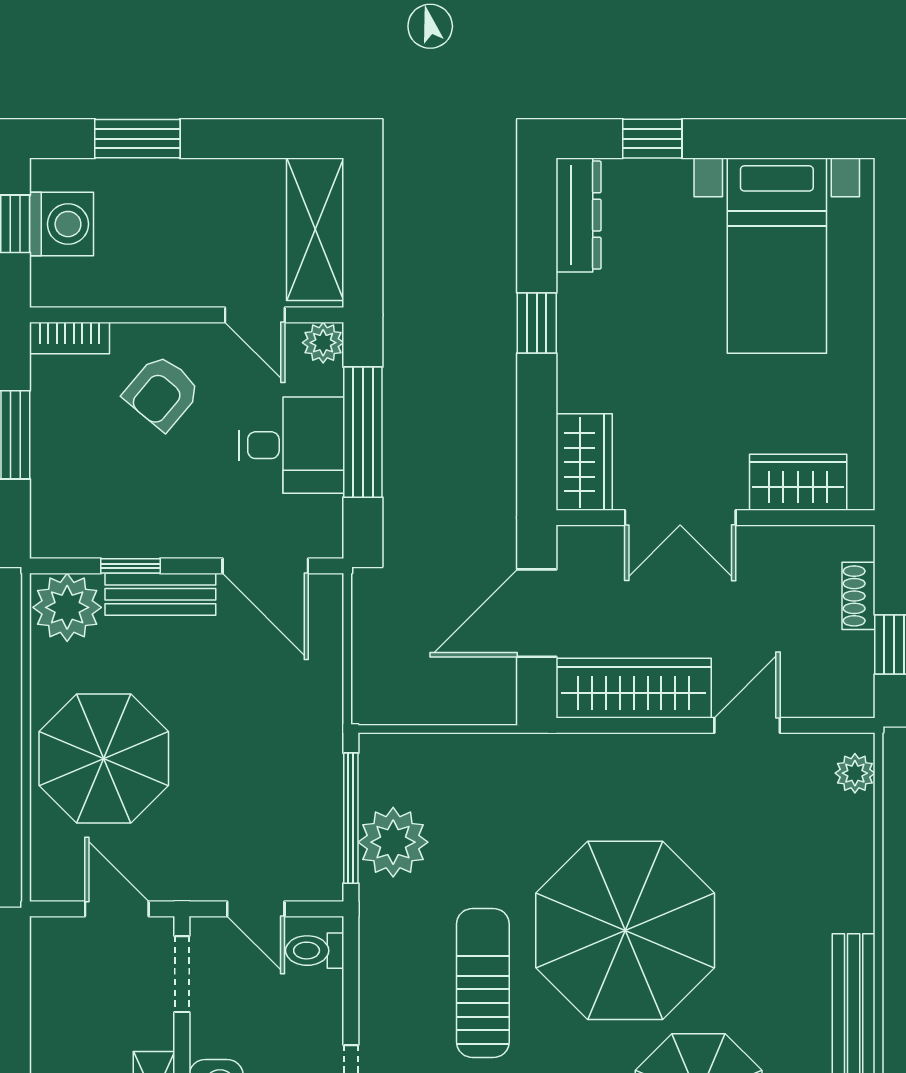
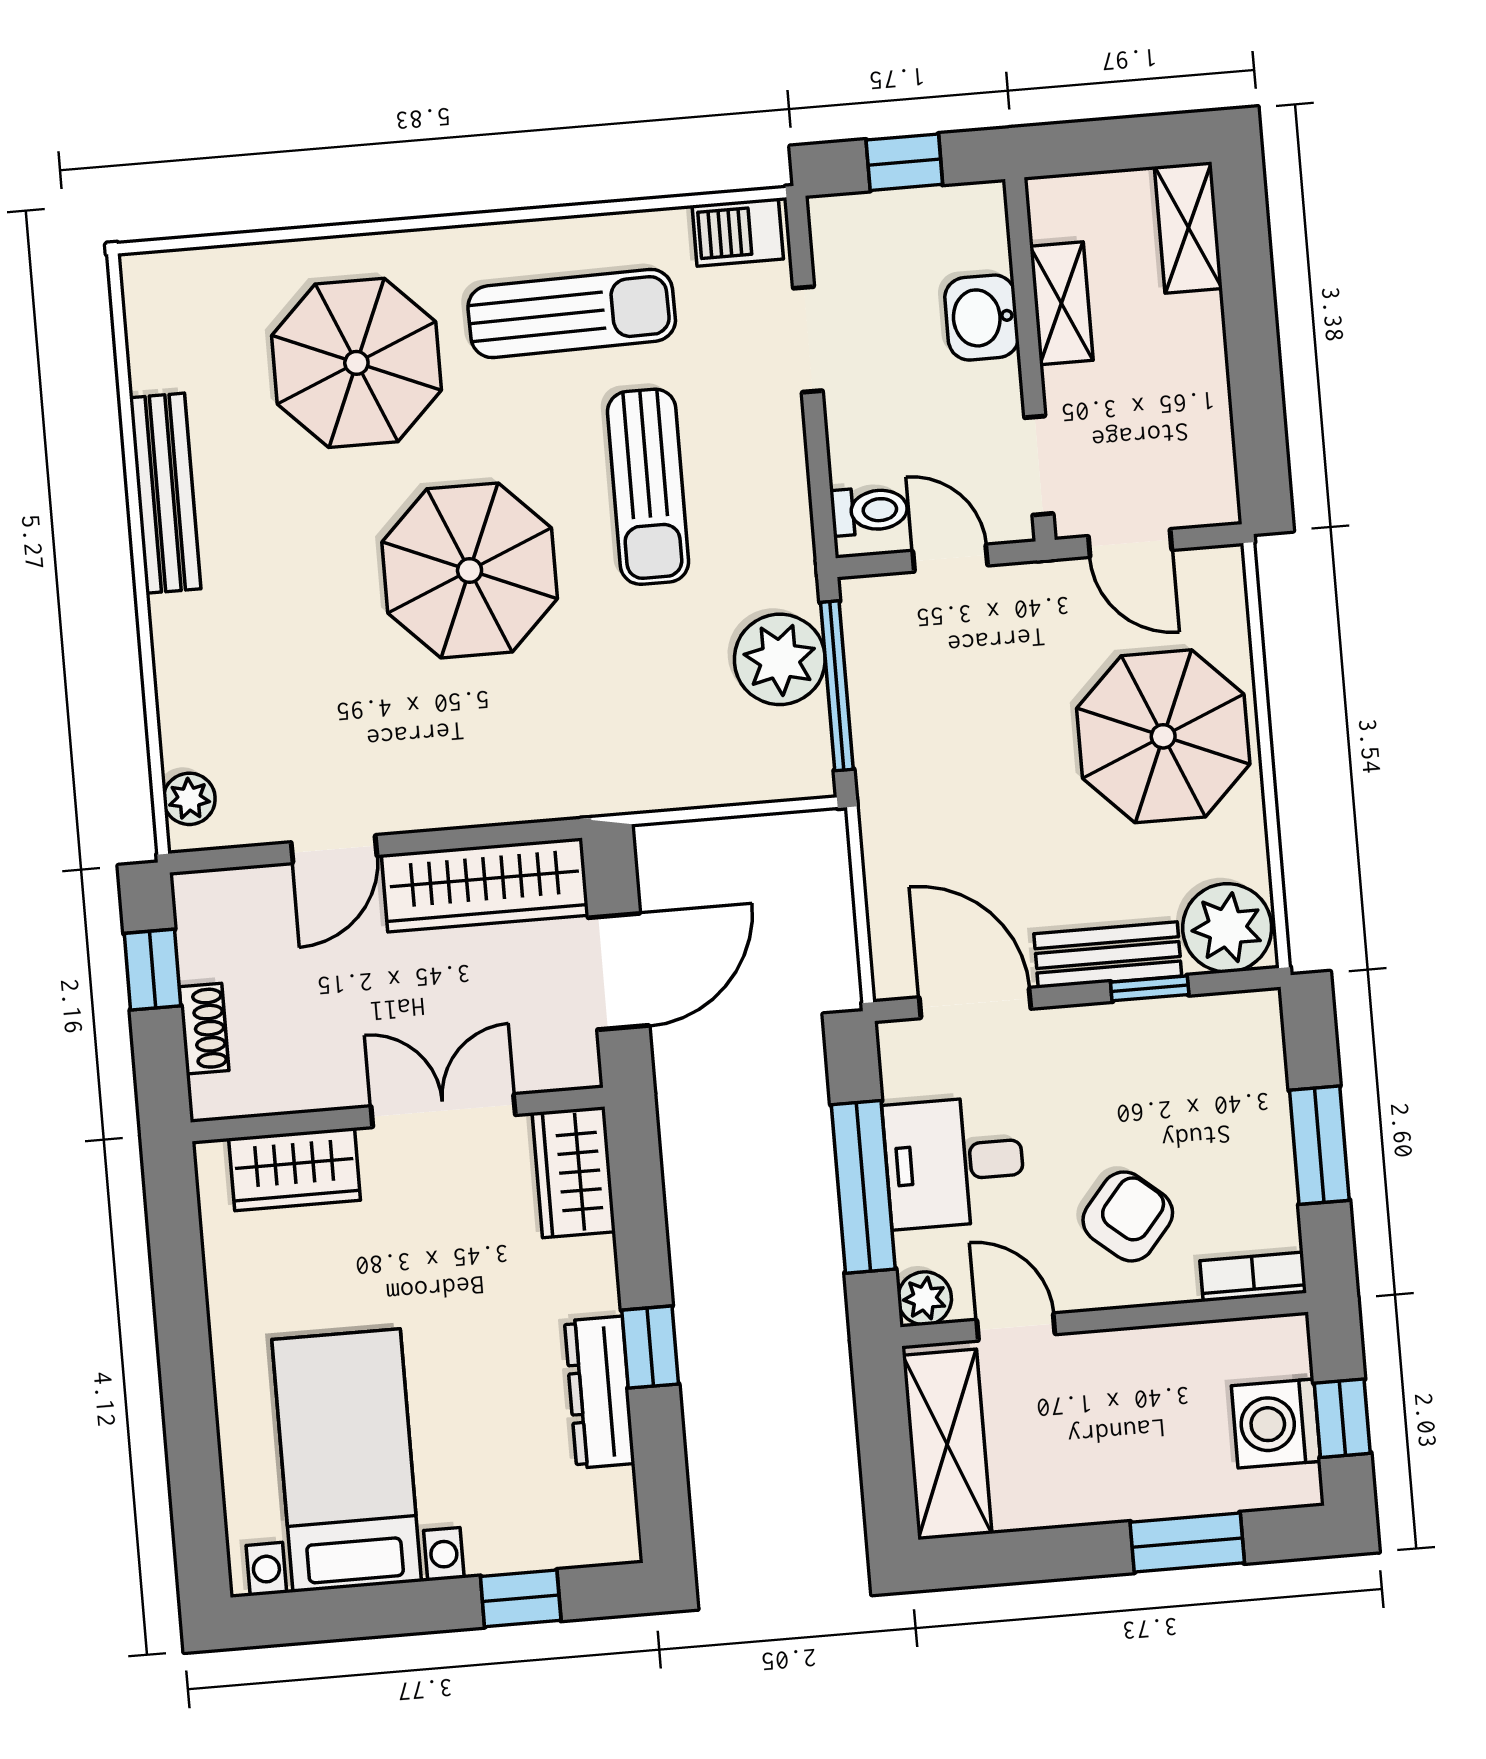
dresser: (578, 215) -> (600, 1392), moved
parasol: (625, 930) -> (470, 570), width x0.73, depth x0.73

